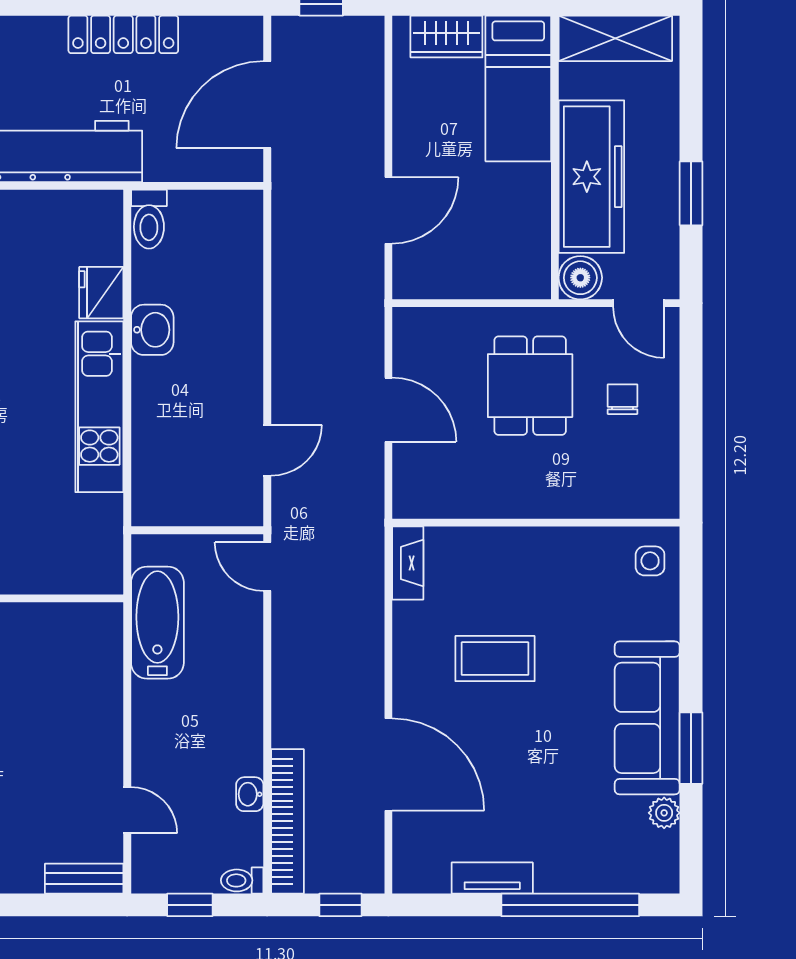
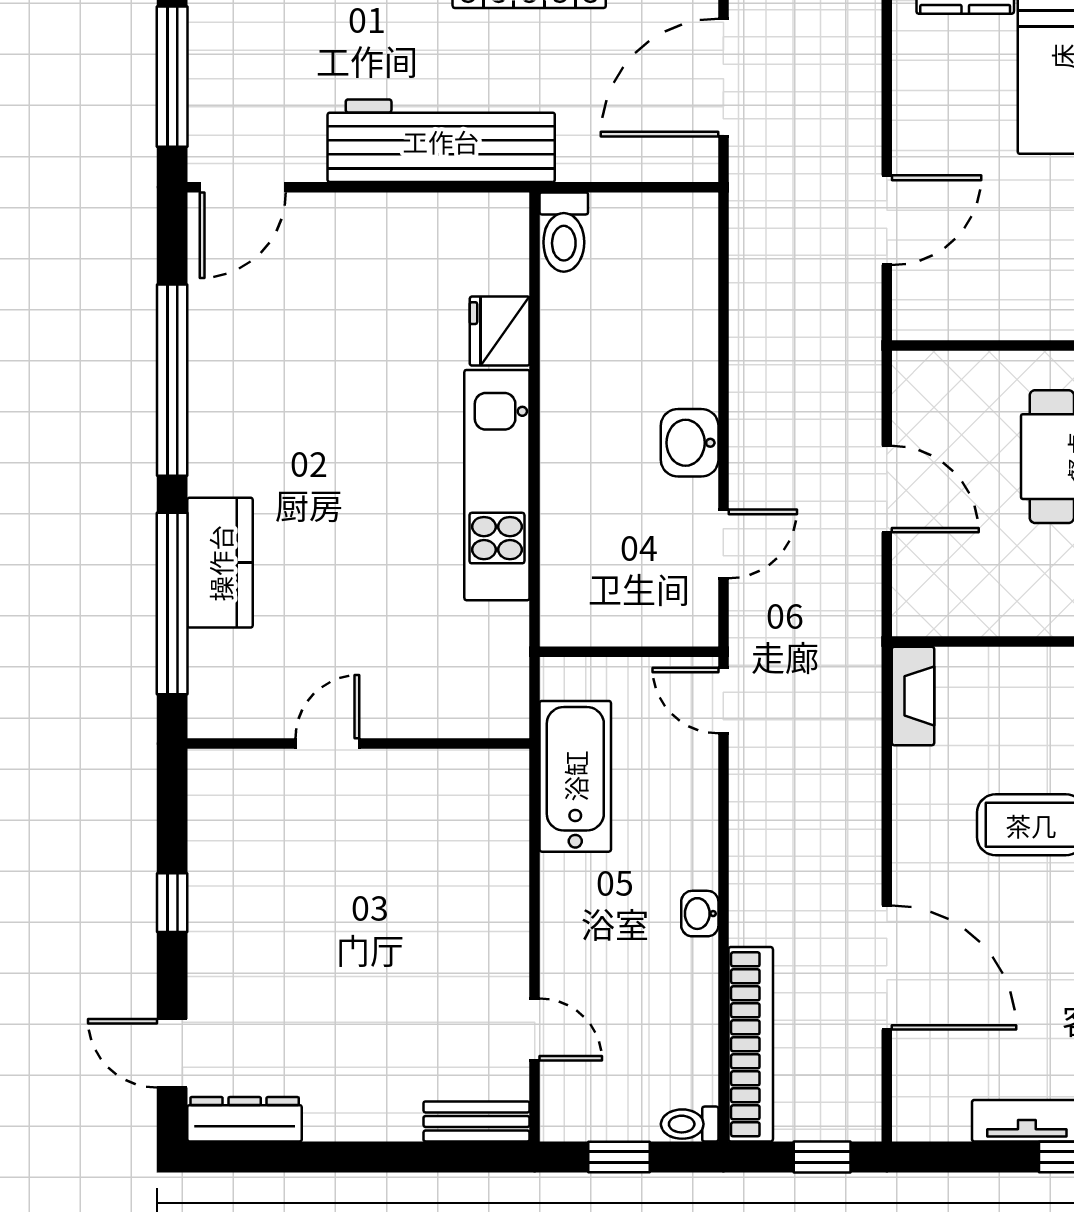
washbasin: (152, 330) -> (690, 443), moved, turned 180
washbasin: (250, 794) -> (700, 914), moved

